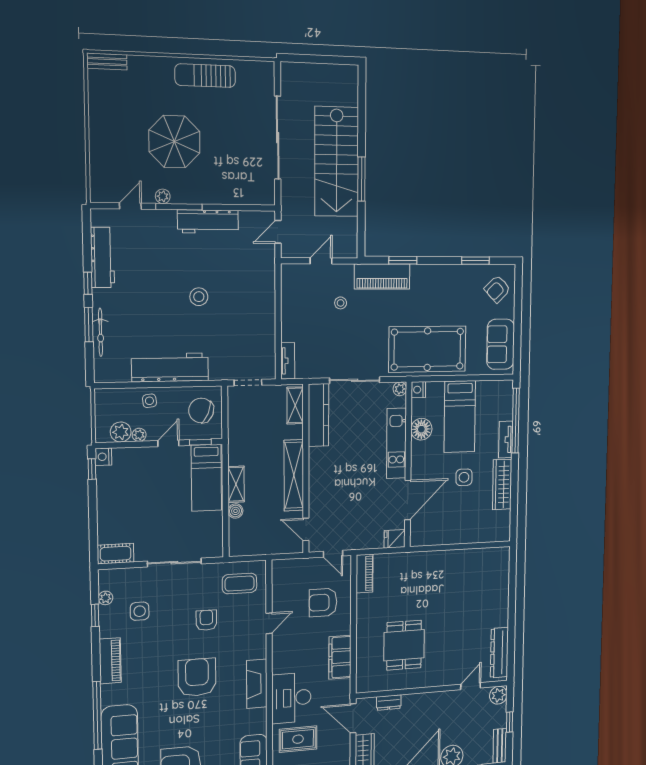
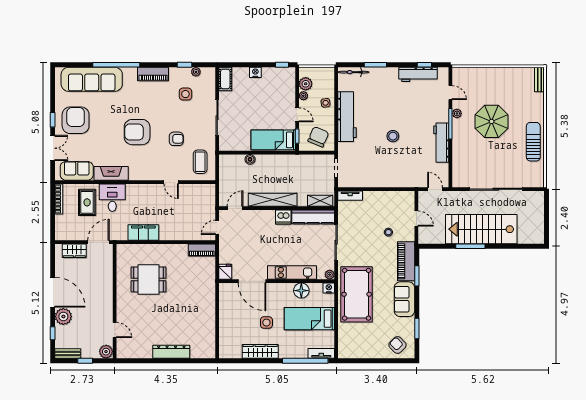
window: (88, 283) -> (424, 65), moved
bicycle: (100, 332) -> (353, 72), moved
sofa: (501, 344) -> (404, 299), moved, turned -90
tv unit: (506, 440) -> (321, 353), moved
nightstand: (103, 457) -> (255, 72), moved
dishwasher: (319, 459) -> (283, 217), added
shelving: (236, 484) -> (268, 160), removed
armchair: (323, 602) -> (183, 220), removed
dresser: (499, 653) -> (171, 352), moved
armchair: (197, 677) -> (137, 132), turned 180
fireplace: (257, 684) -> (111, 173), moved
desk: (291, 698) -> (112, 198), width x0.73
dresser: (389, 703) -> (108, 268), removed

